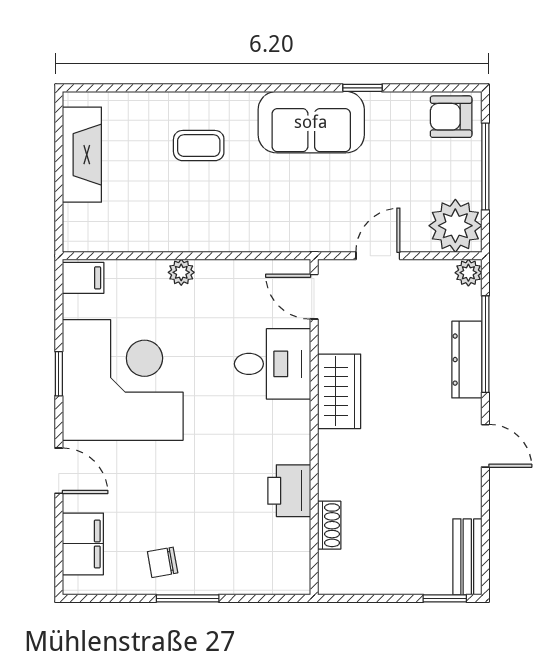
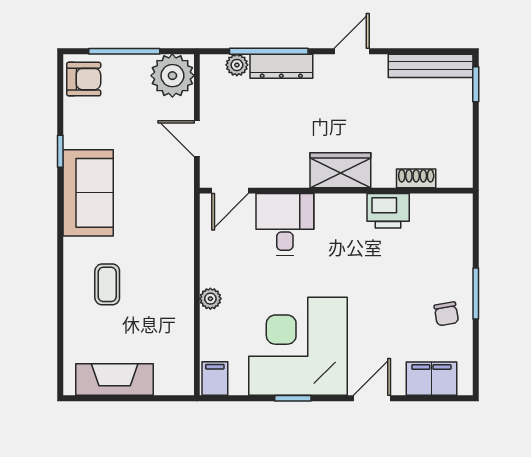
armchair: (451, 117) -> (84, 79), turned -90
plant: (468, 273) -> (237, 65), moved
wardrobe: (339, 391) -> (340, 170), moved
bench: (467, 557) -> (431, 66), width x1.36

